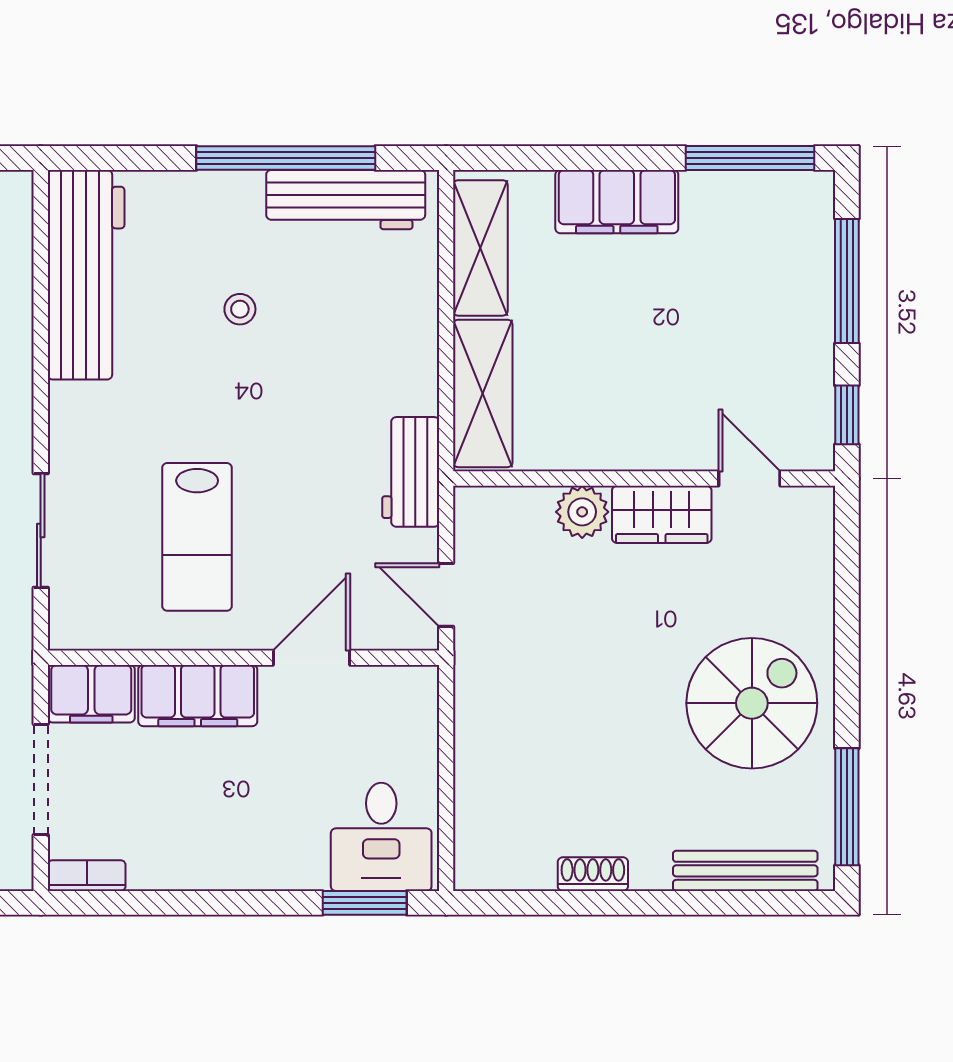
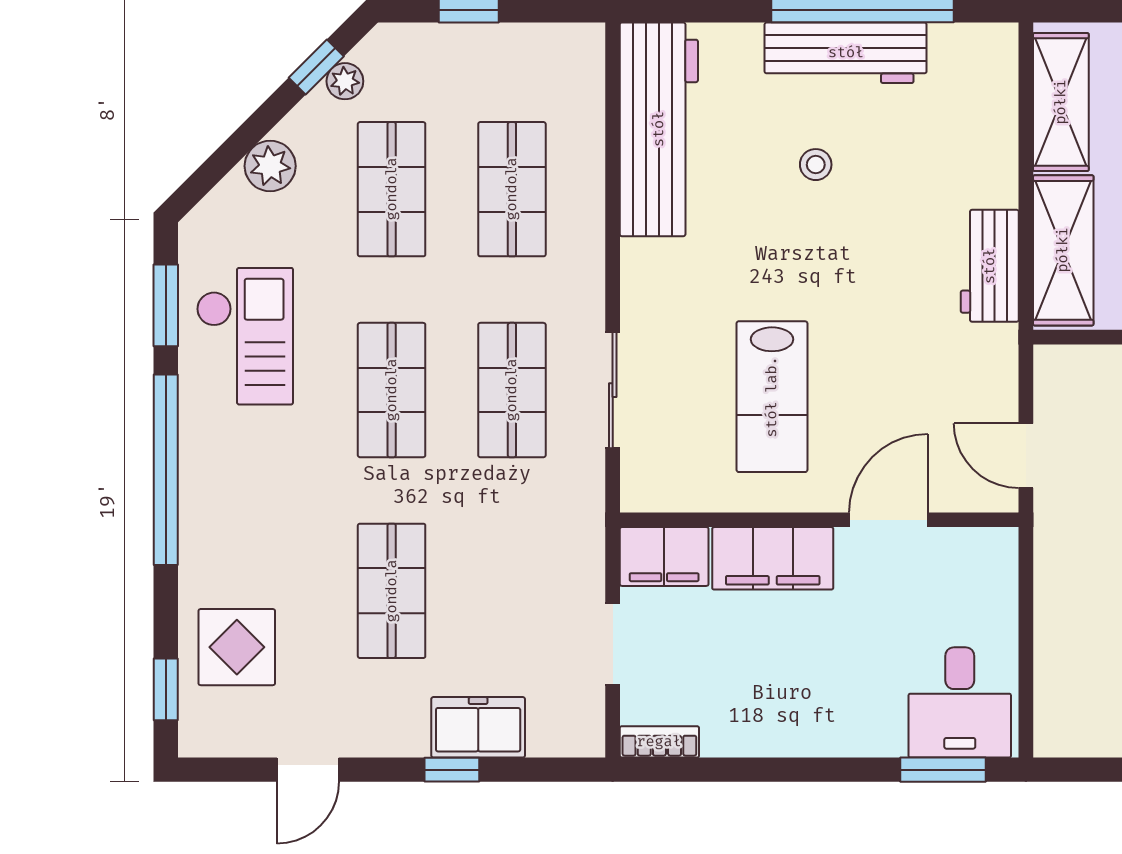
workbench: (346, 200) -> (846, 53), moved
workbench: (411, 472) -> (990, 266), moved
doorway: (41, 779) -> (613, 644), width x0.73

